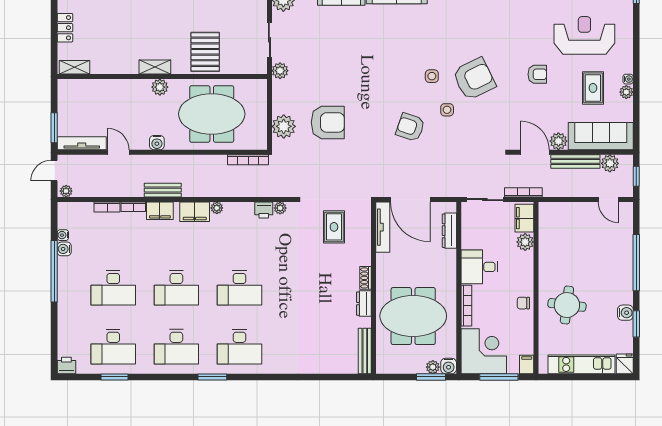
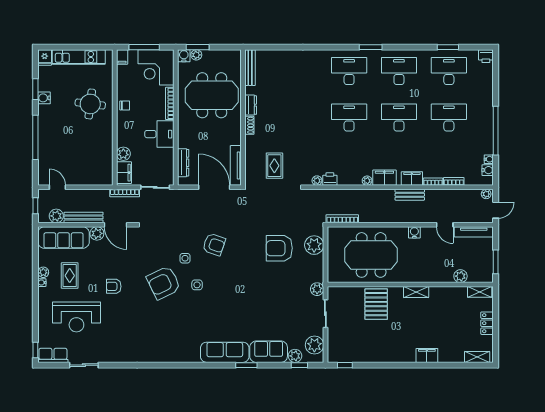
plant: (160, 87) -> (460, 276), moved
window: (54, 128) -> (496, 262), moved
water cooler: (64, 249) -> (488, 170), moved

